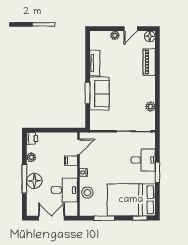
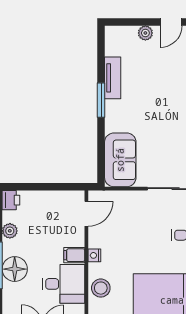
window: (88, 93) -> (101, 100), moved
sofa: (99, 94) -> (120, 160), moved
filing cabinet: (71, 161) -> (74, 255), moved

